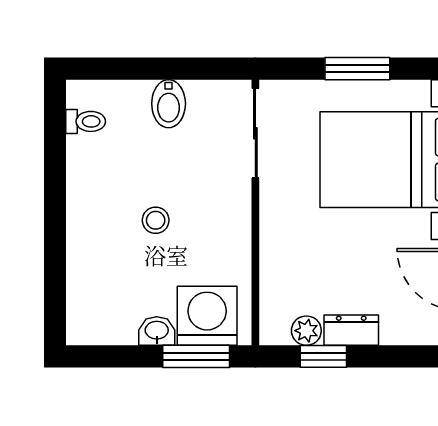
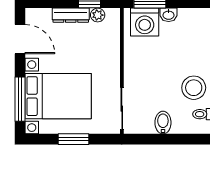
stool: (156, 220) -> (194, 88), moved, width x1.89, depth x1.89
dresser: (351, 330) -> (71, 15), width x1.44

